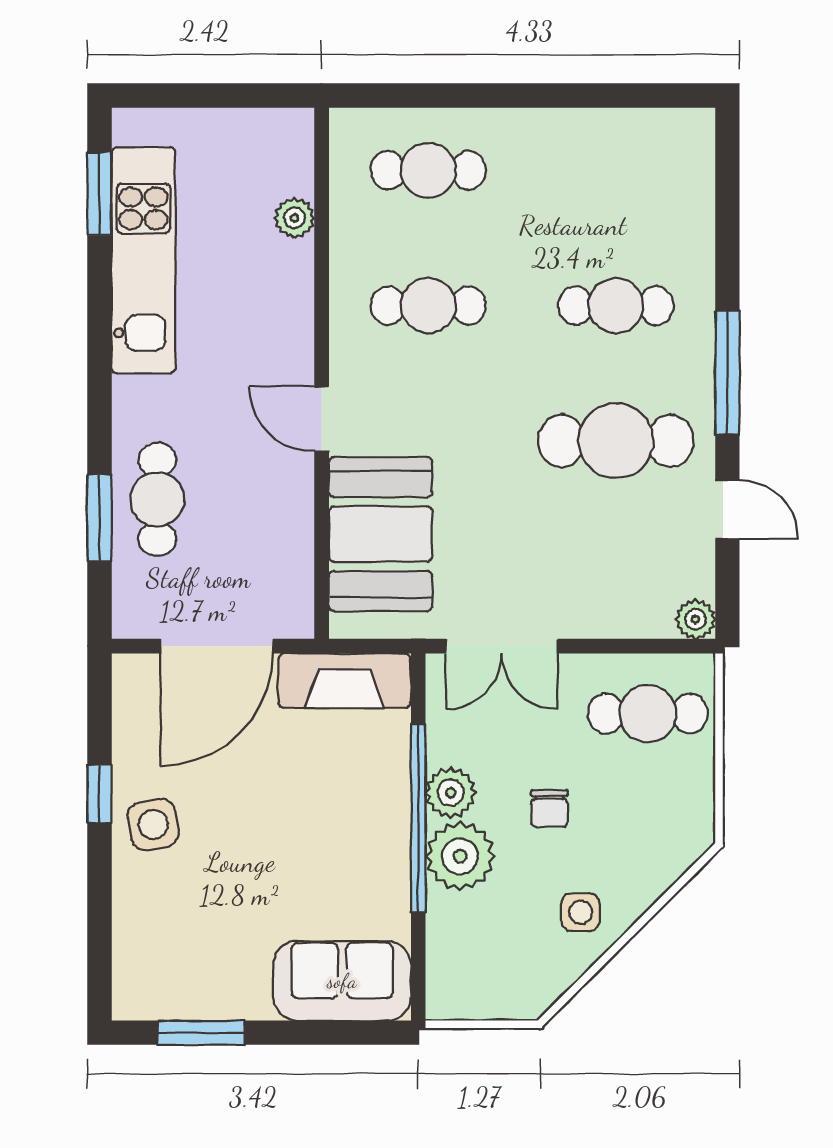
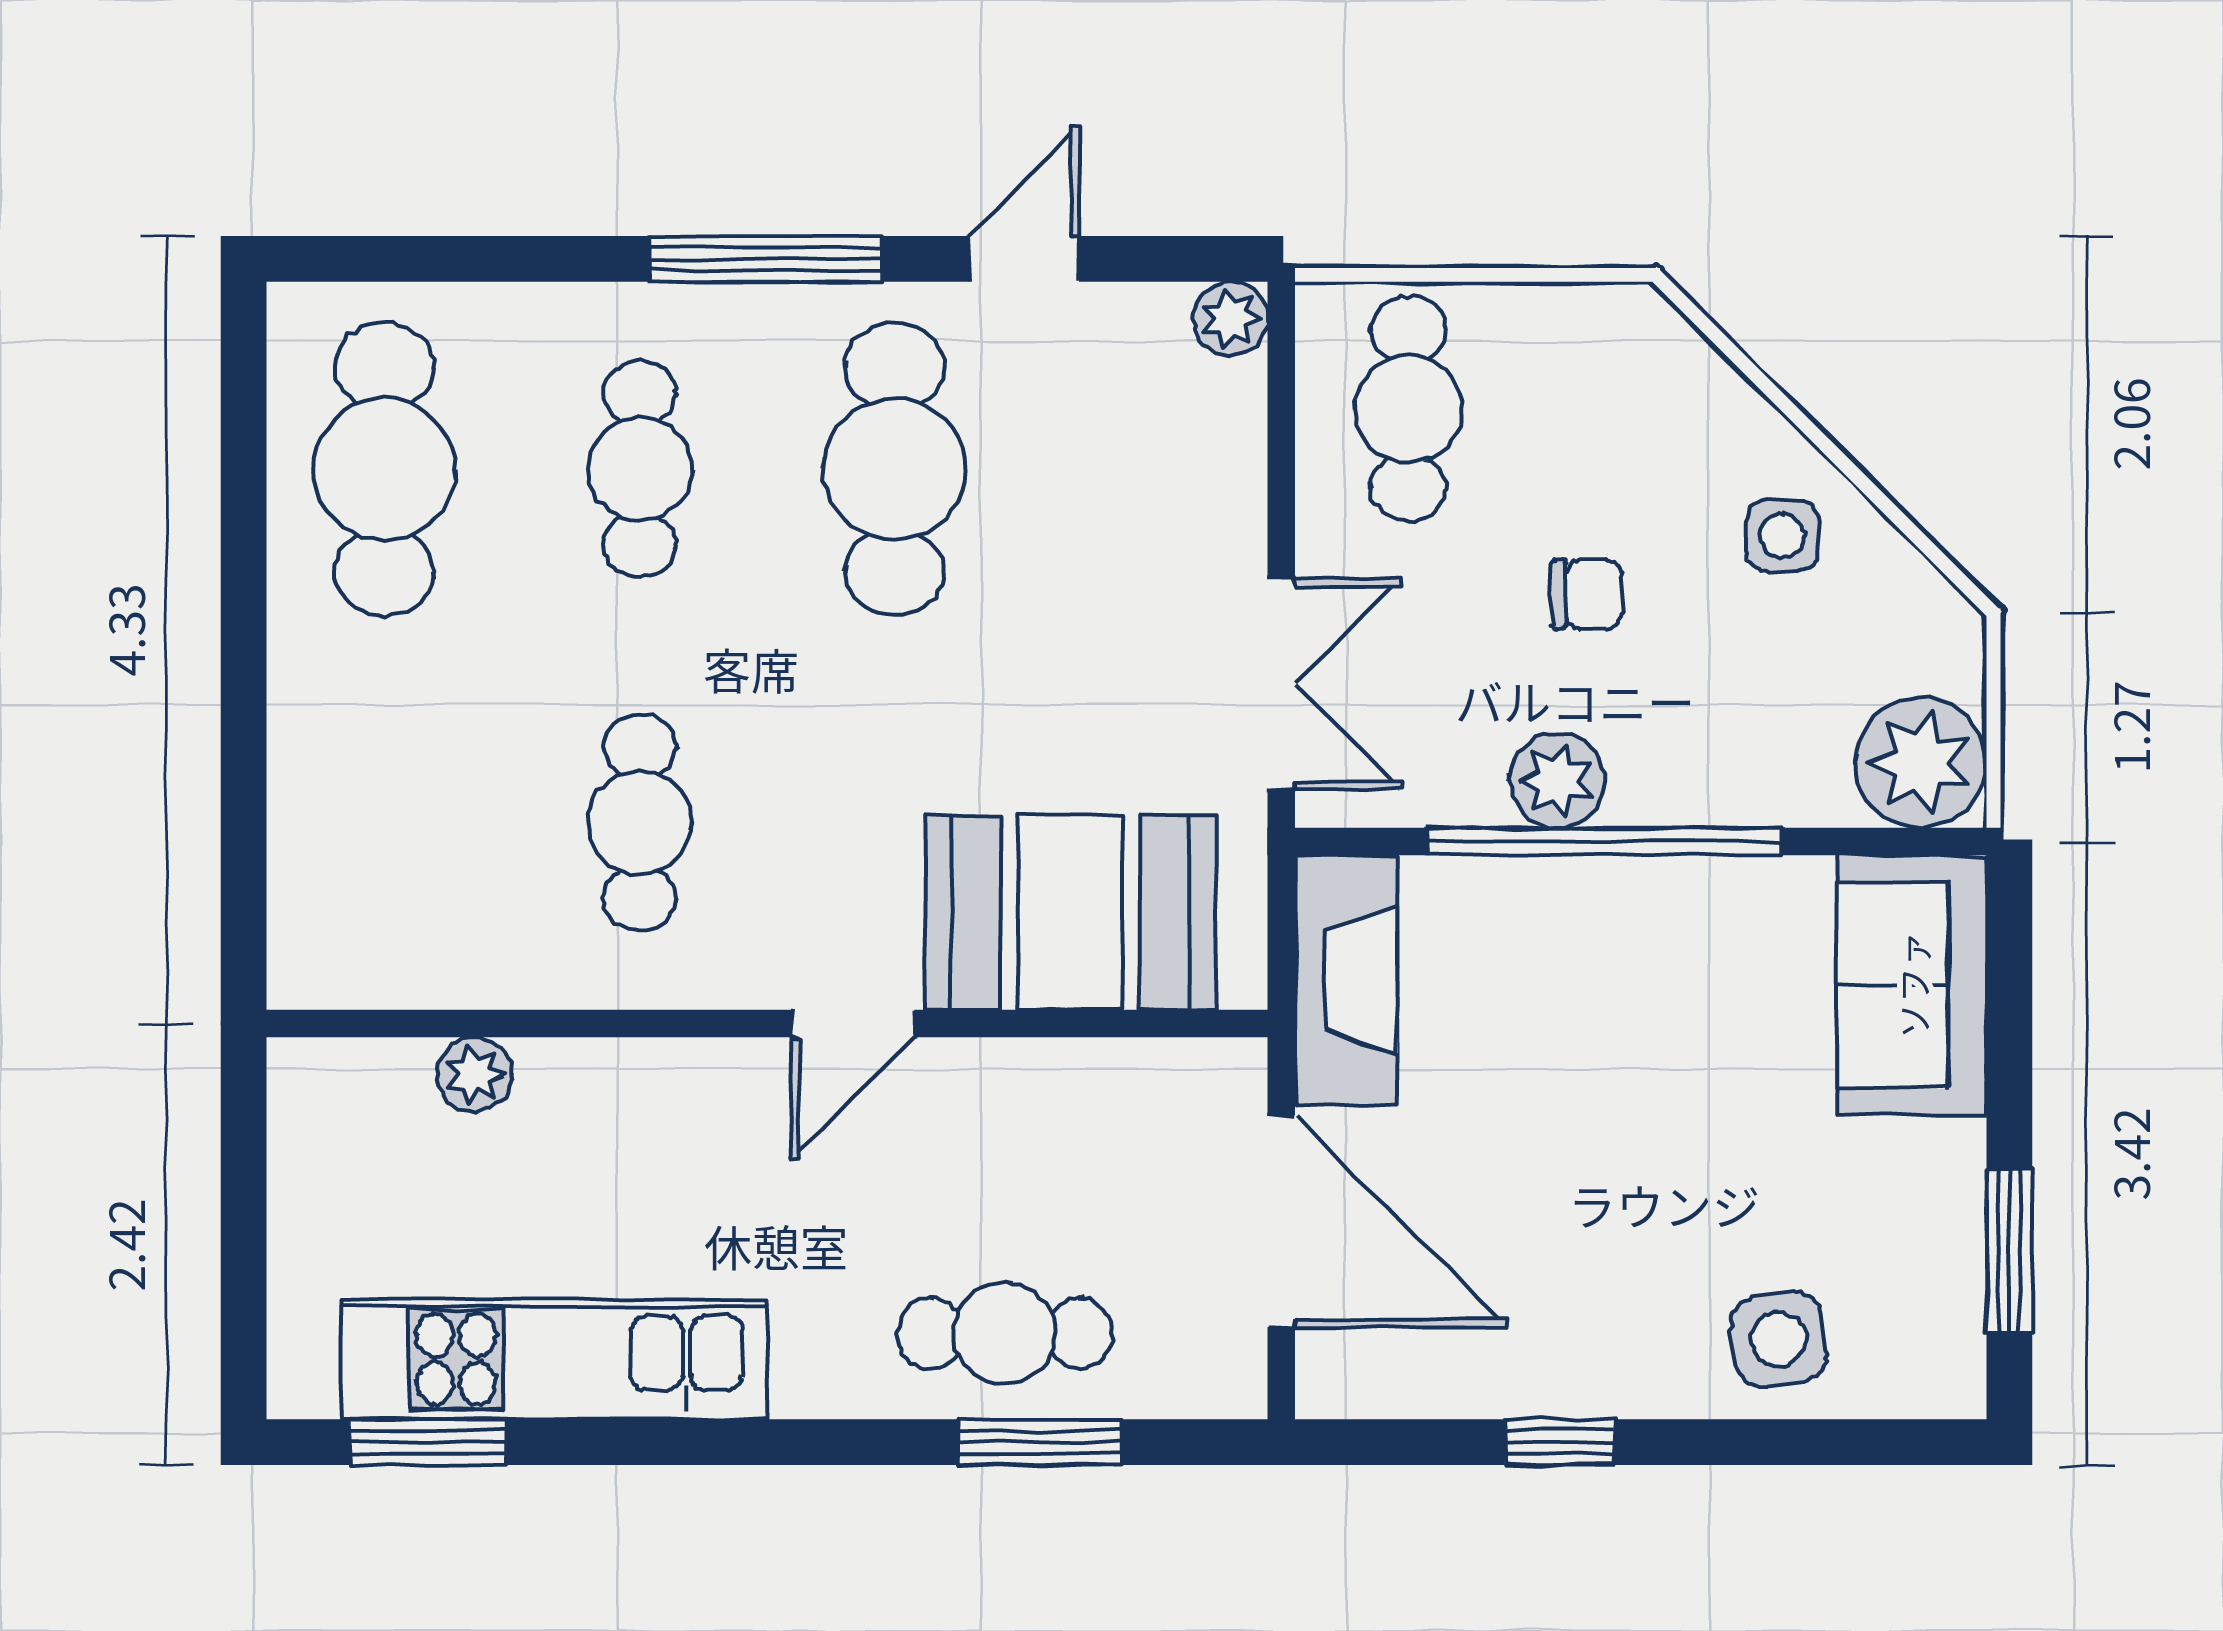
cafe table: (428, 170) -> (385, 469), moved, width x1.37, depth x1.35
side table: (153, 825) -> (1778, 1339), moved
plant: (460, 856) -> (1921, 763), moved

